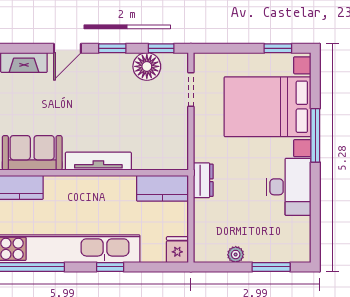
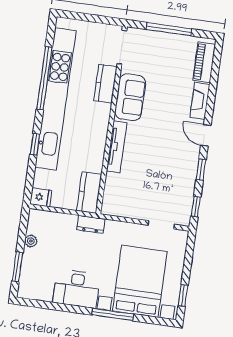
floor lamp: (147, 66) -> (183, 194), removed

